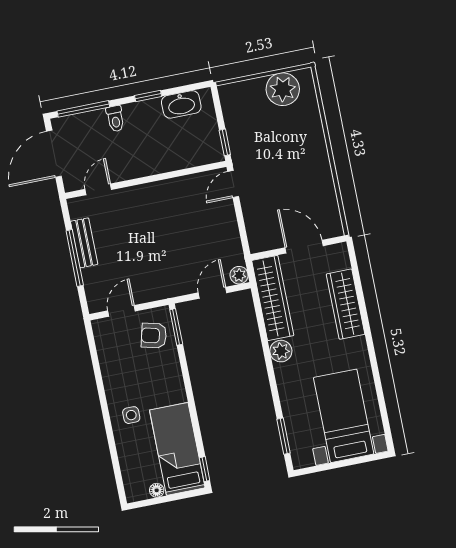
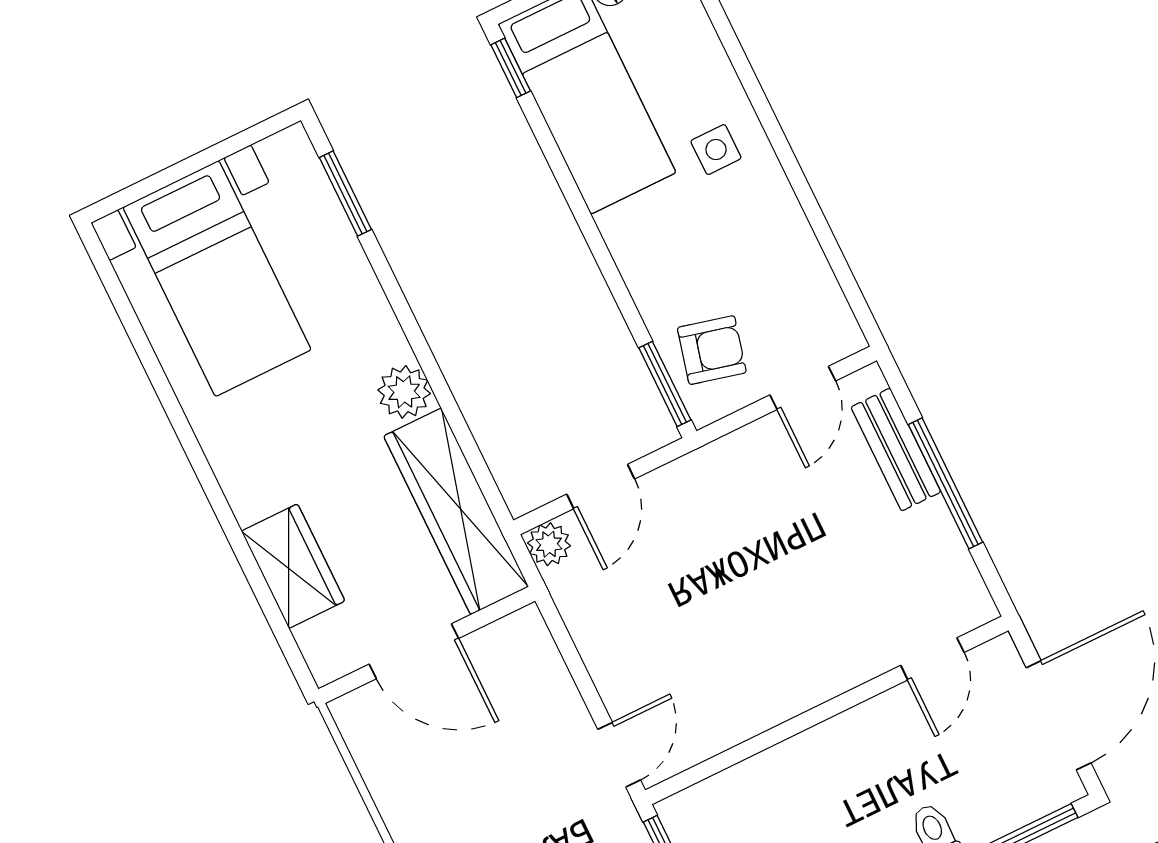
bench: (84, 243) -> (896, 450), moved
wardrobe: (346, 304) -> (293, 566), width x0.67

